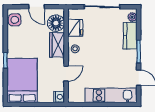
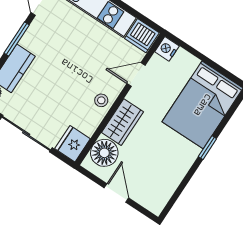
side table: (15, 20) -> (158, 195), removed
fridge: (75, 28) -> (73, 144), moved
dishwasher: (76, 95) -> (142, 36), added

